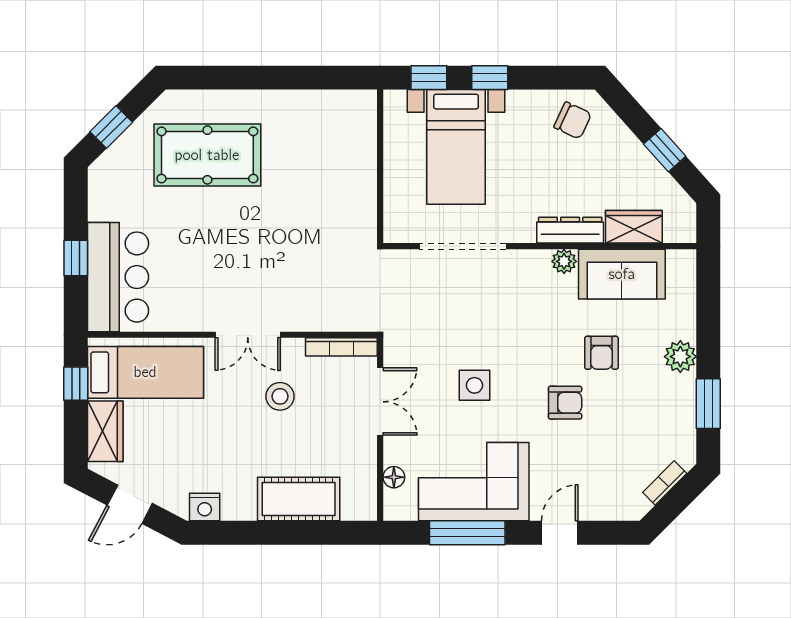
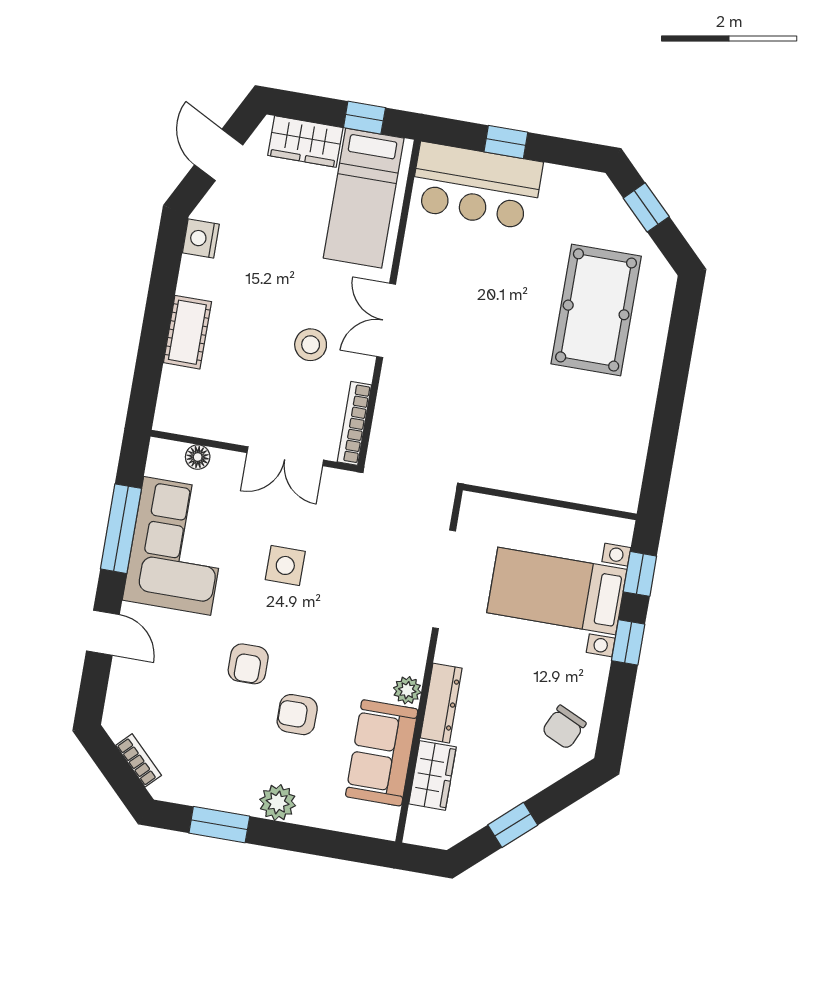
cot: (299, 499) -> (187, 332), width x0.73, depth x0.75

